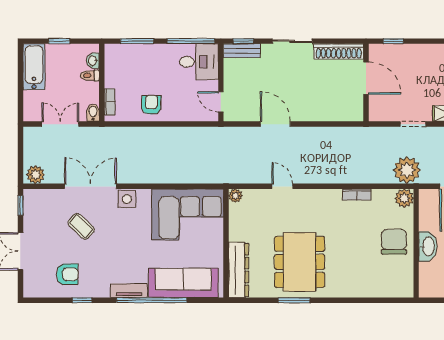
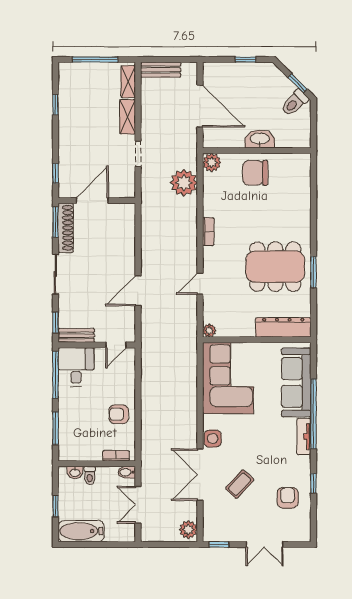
window: (344, 41) -> (55, 222), added
bench: (242, 51) -> (76, 335), moved, turned 90
plant: (407, 170) -> (184, 183), moved
bookcase: (357, 195) -> (208, 232), moved

